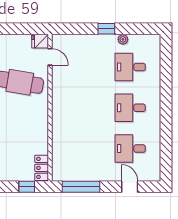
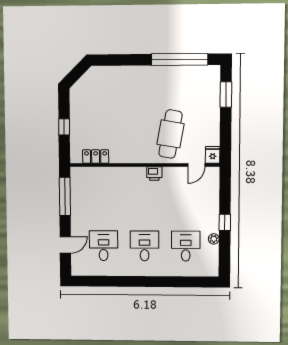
printer: (58, 98) -> (154, 174), added
locker: (42, 168) -> (96, 157), moved
window: (27, 187) -> (64, 127), moved

